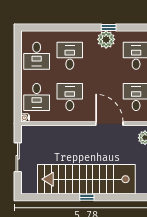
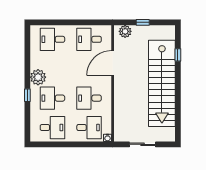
window: (109, 28) -> (27, 95), moved
plant: (106, 39) -> (38, 77), moved
window: (87, 197) -> (178, 55), moved

